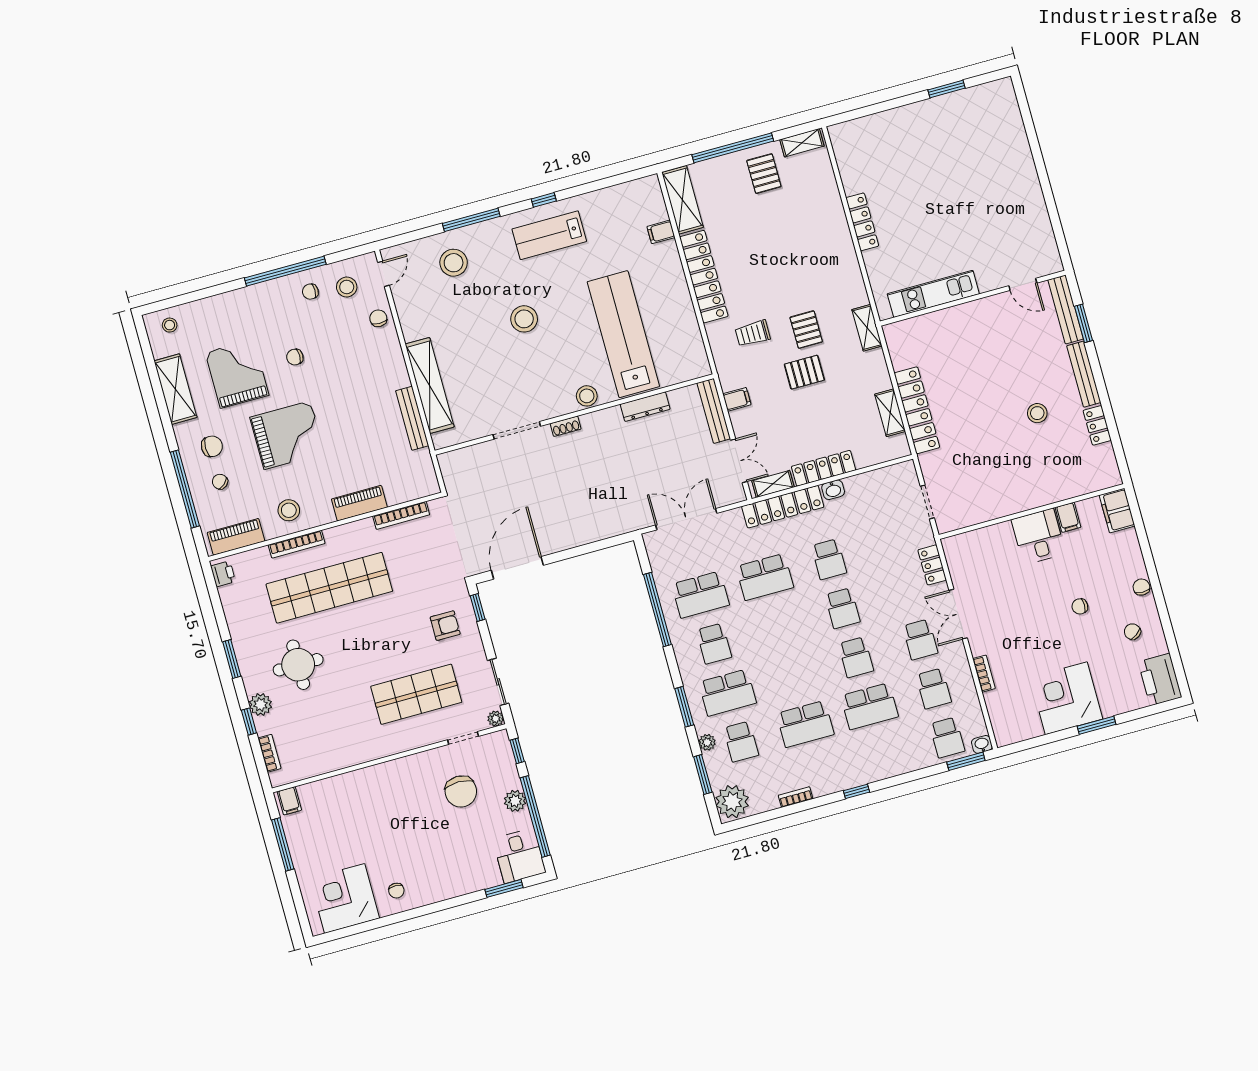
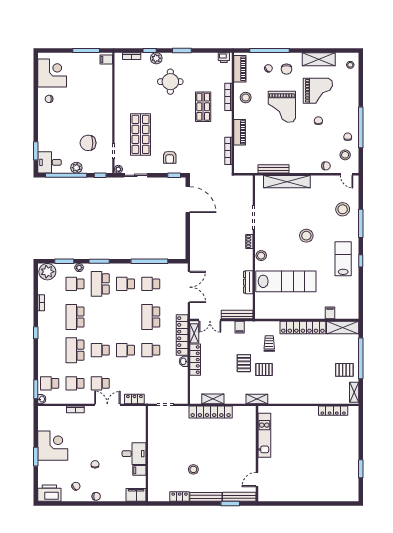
locker: (862, 222) -> (333, 411), moved
shop shelf: (329, 588) -> (203, 107), width x0.50, depth x0.74
school desk: (700, 595) -> (151, 284), width x0.54

